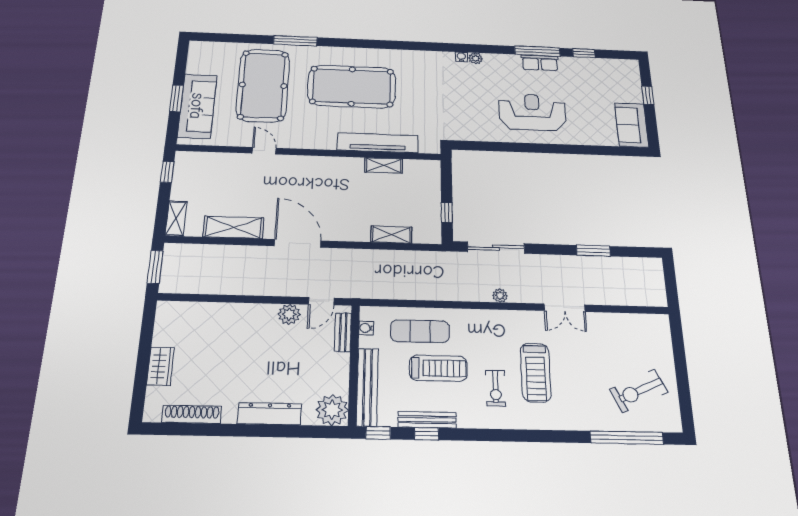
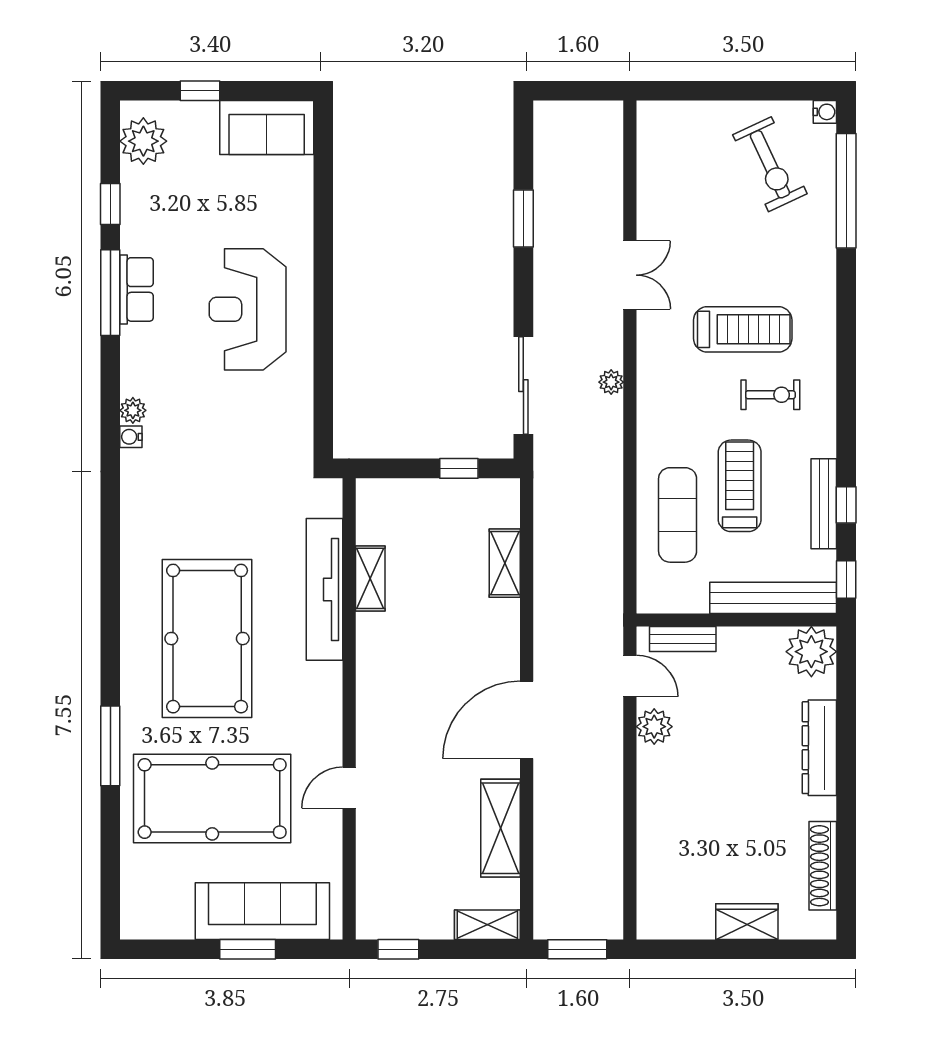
plant: (618, 69) -> (143, 141), added
water cooler: (366, 328) -> (825, 112), moved, turned -90

